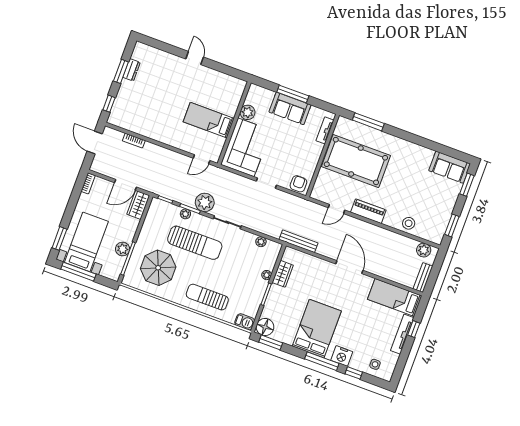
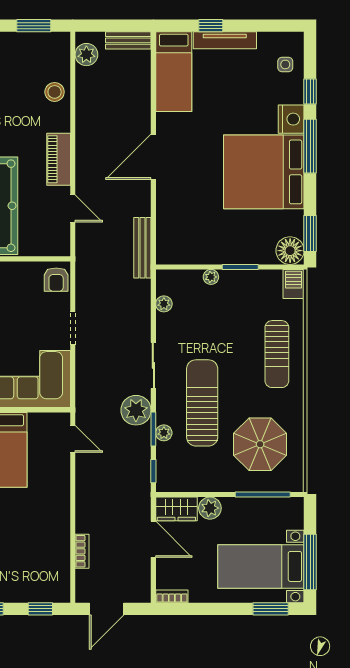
armchair: (298, 184) -> (56, 280), turned -90
plant: (123, 249) -> (210, 508), moved
wardrobe: (283, 274) -> (200, 253), removed
bed: (317, 329) -> (264, 172), width x1.36

